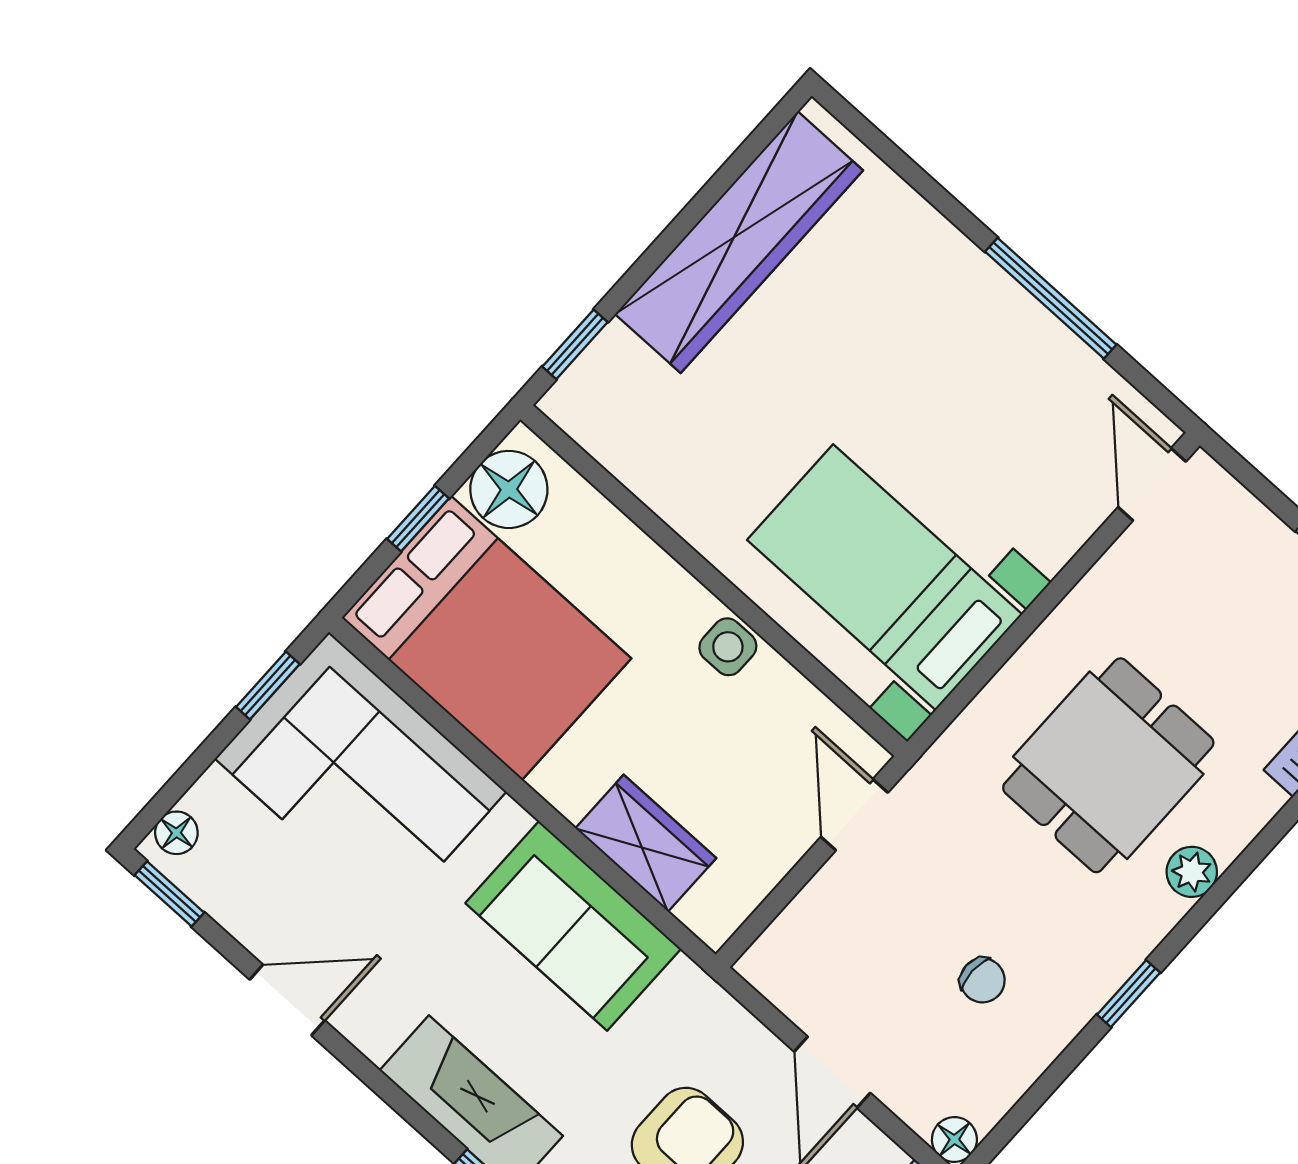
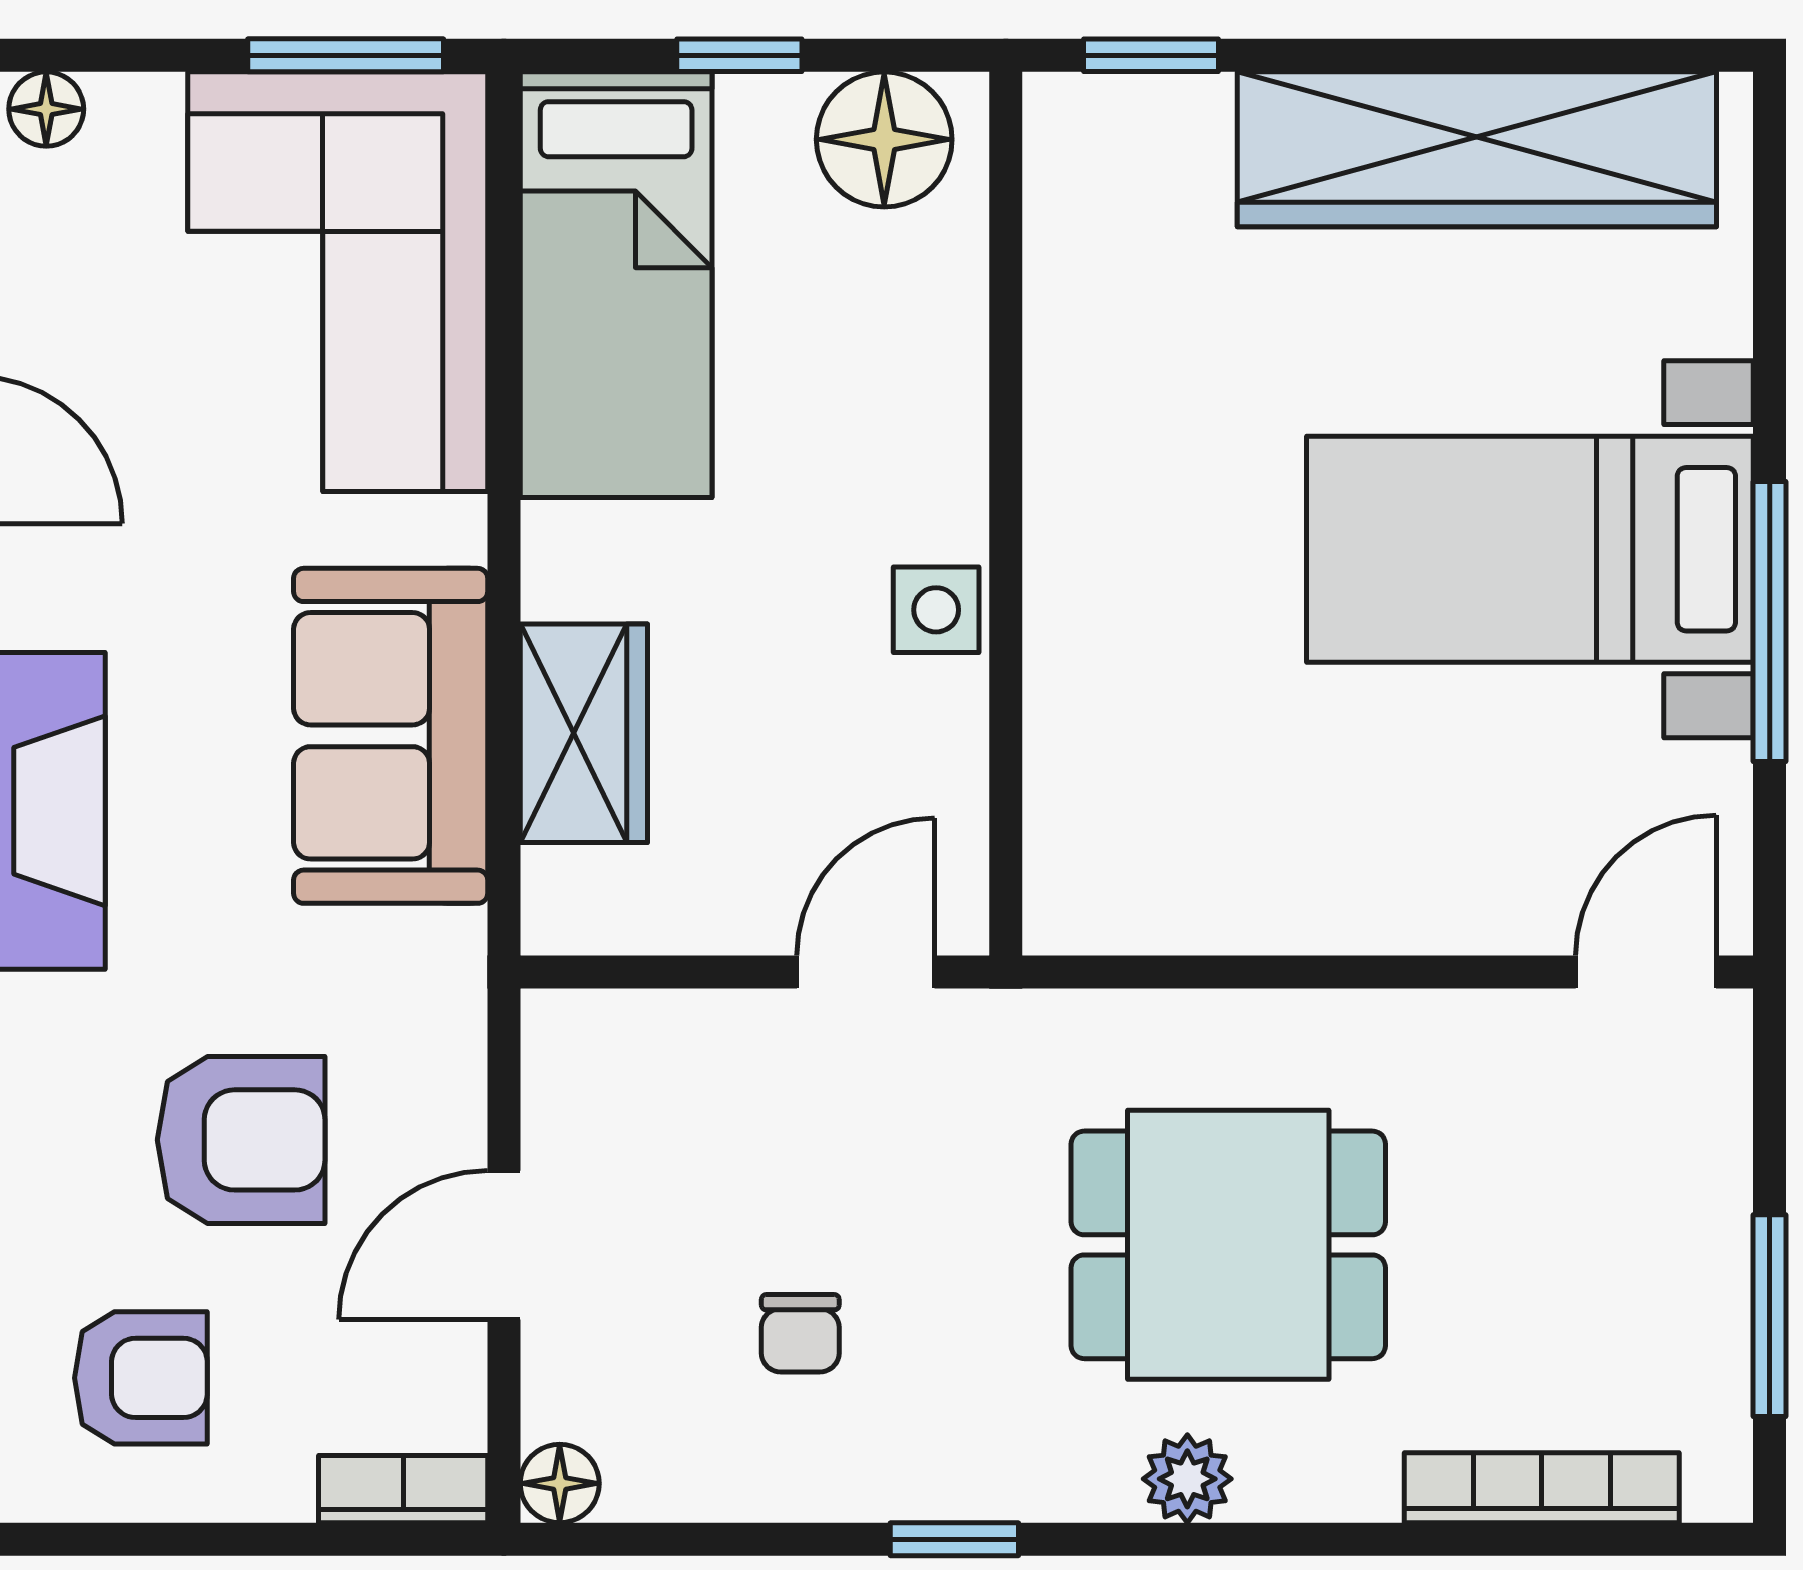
bed with nightstands: (885, 577) -> (1530, 549), moved, turned -90
bed: (486, 638) -> (616, 285), width x0.67
window: (268, 685) -> (346, 55), width x1.50

